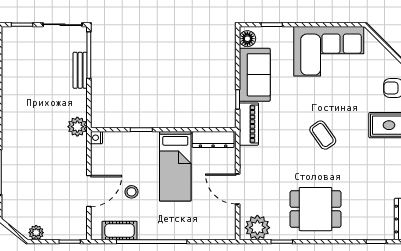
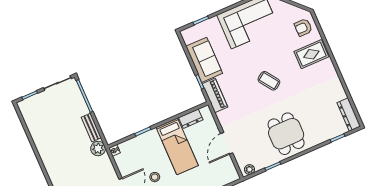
floor lamp: (247, 39) -> (188, 37), removed
bench: (80, 70) -> (91, 128), moved
dresser: (213, 140) -> (191, 119), width x0.70
door: (238, 189) -> (227, 143), hinge flipped
dining table: (315, 209) -> (286, 134), turned 90
plant: (257, 228) -> (250, 170), width x0.53, depth x0.53

